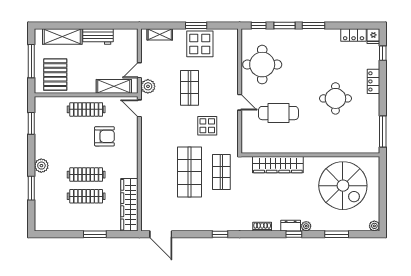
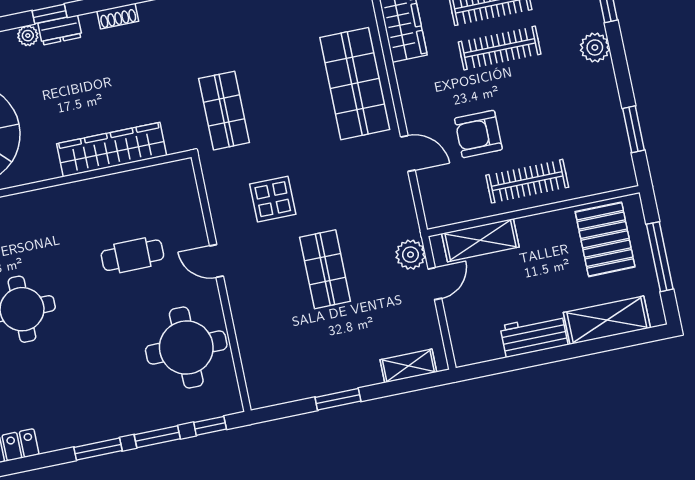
display table: (200, 44) -> (323, 363), removed
door: (139, 108) -> (408, 153), moved
cafe table: (278, 113) -> (132, 255), width x0.73, depth x0.74
shop shelf: (189, 172) -> (355, 84), moved

